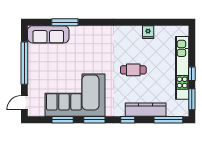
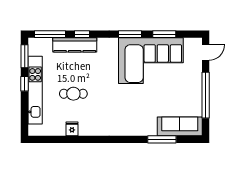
cafe table: (133, 70) -> (73, 94), moved
window: (128, 120) -> (82, 34), moved

